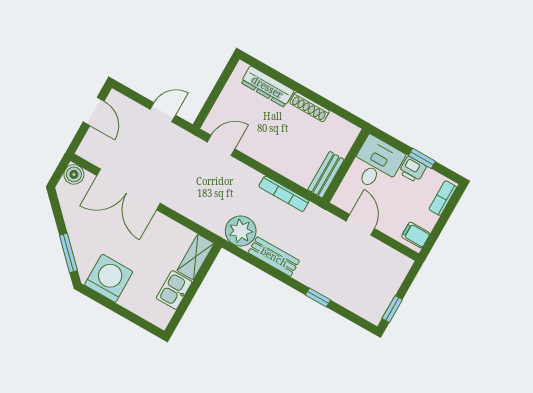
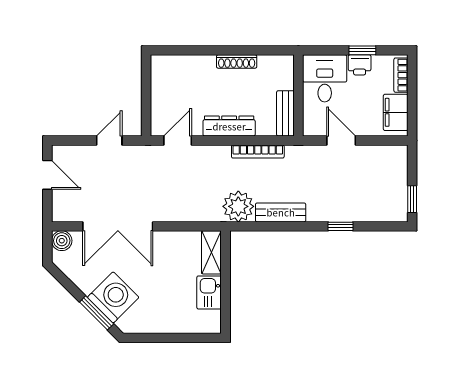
dresser: (267, 87) -> (229, 126), moved, turned 180
filing cabinet: (416, 235) -> (396, 112), width x2.00
washing machine: (109, 278) -> (113, 297), moved, turned 45

